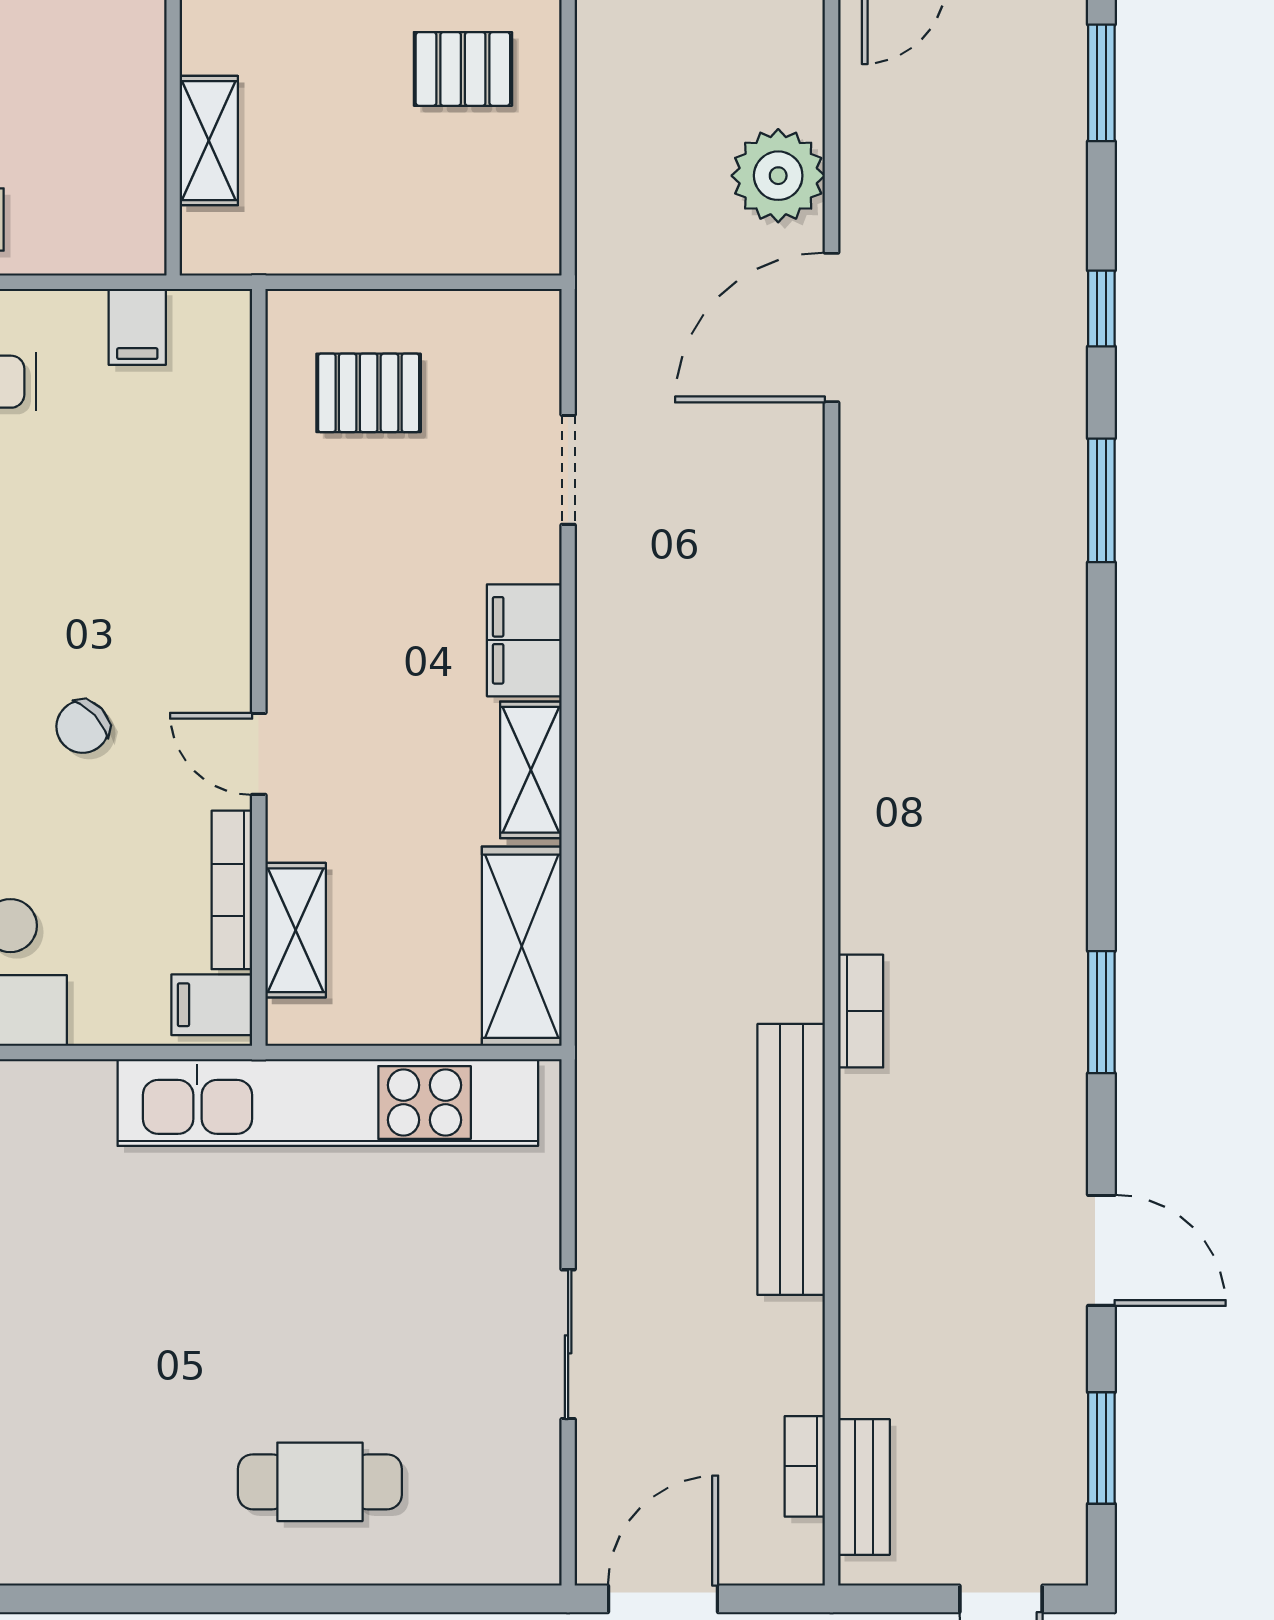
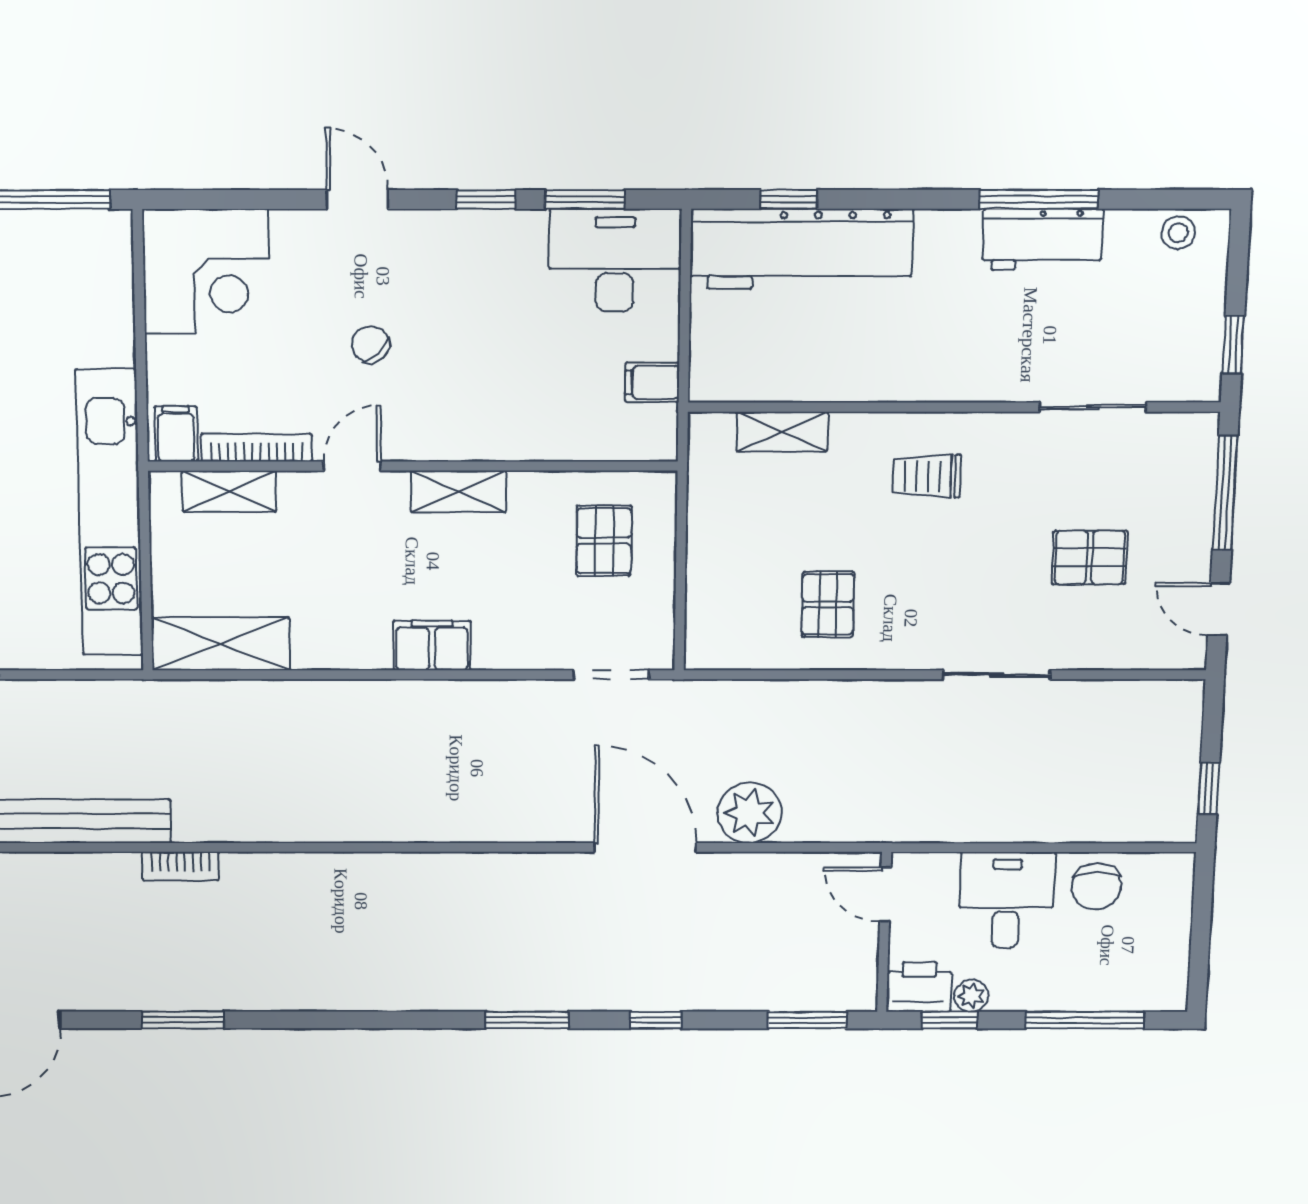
doorway: (568, 470) -> (611, 675), moved
shelving: (531, 770) -> (458, 492), moved

